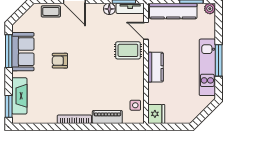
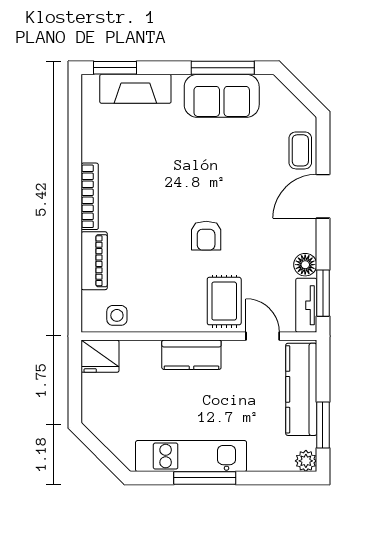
door: (146, 31) -> (263, 336), hinge flipped
armchair: (60, 61) -> (206, 236), moved, turned 180

